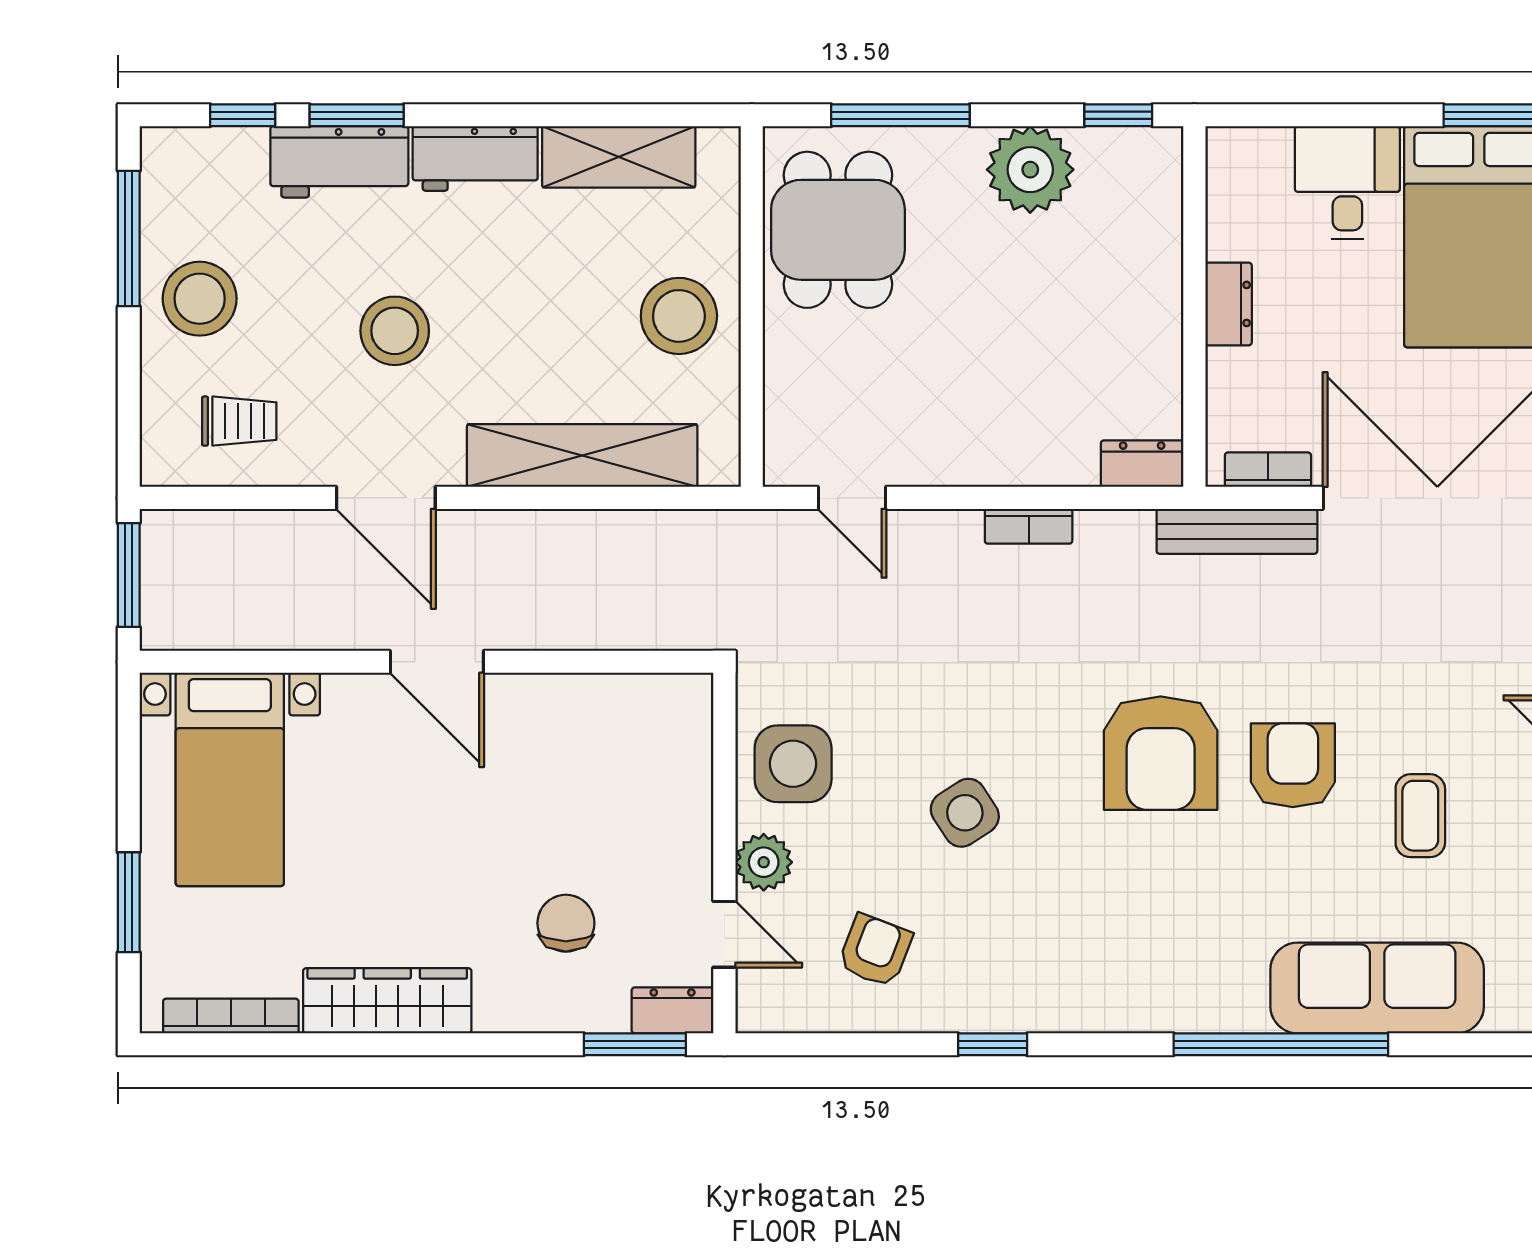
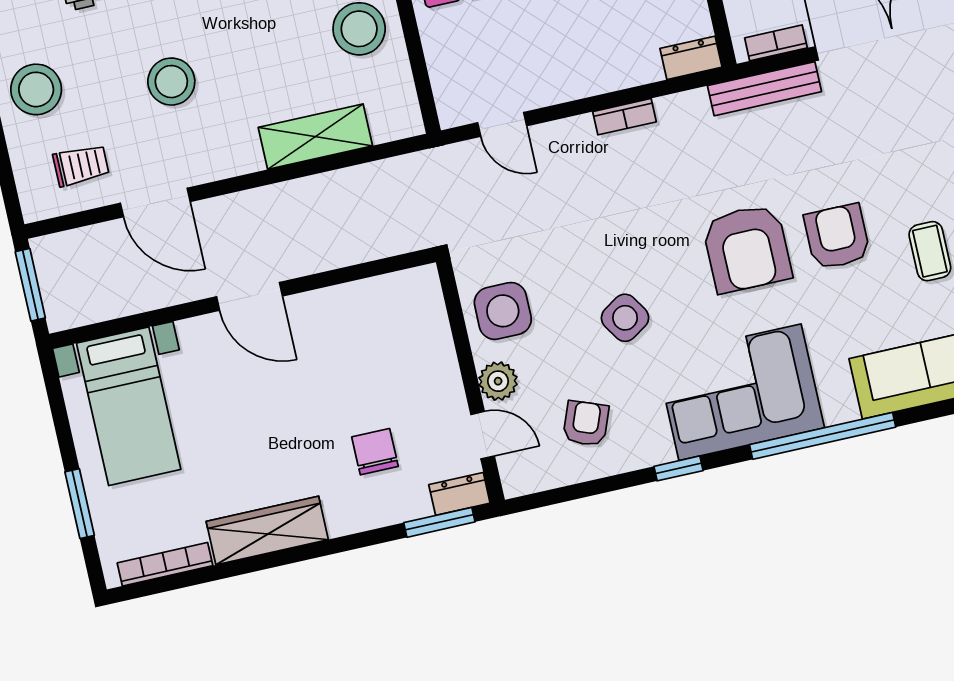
shelving: (582, 455) -> (315, 137), width x0.68
door: (386, 498) -> (155, 202), moved
corner sofa: (1105, 956) -> (740, 392), added
window: (1281, 1044) -> (823, 436), moved

